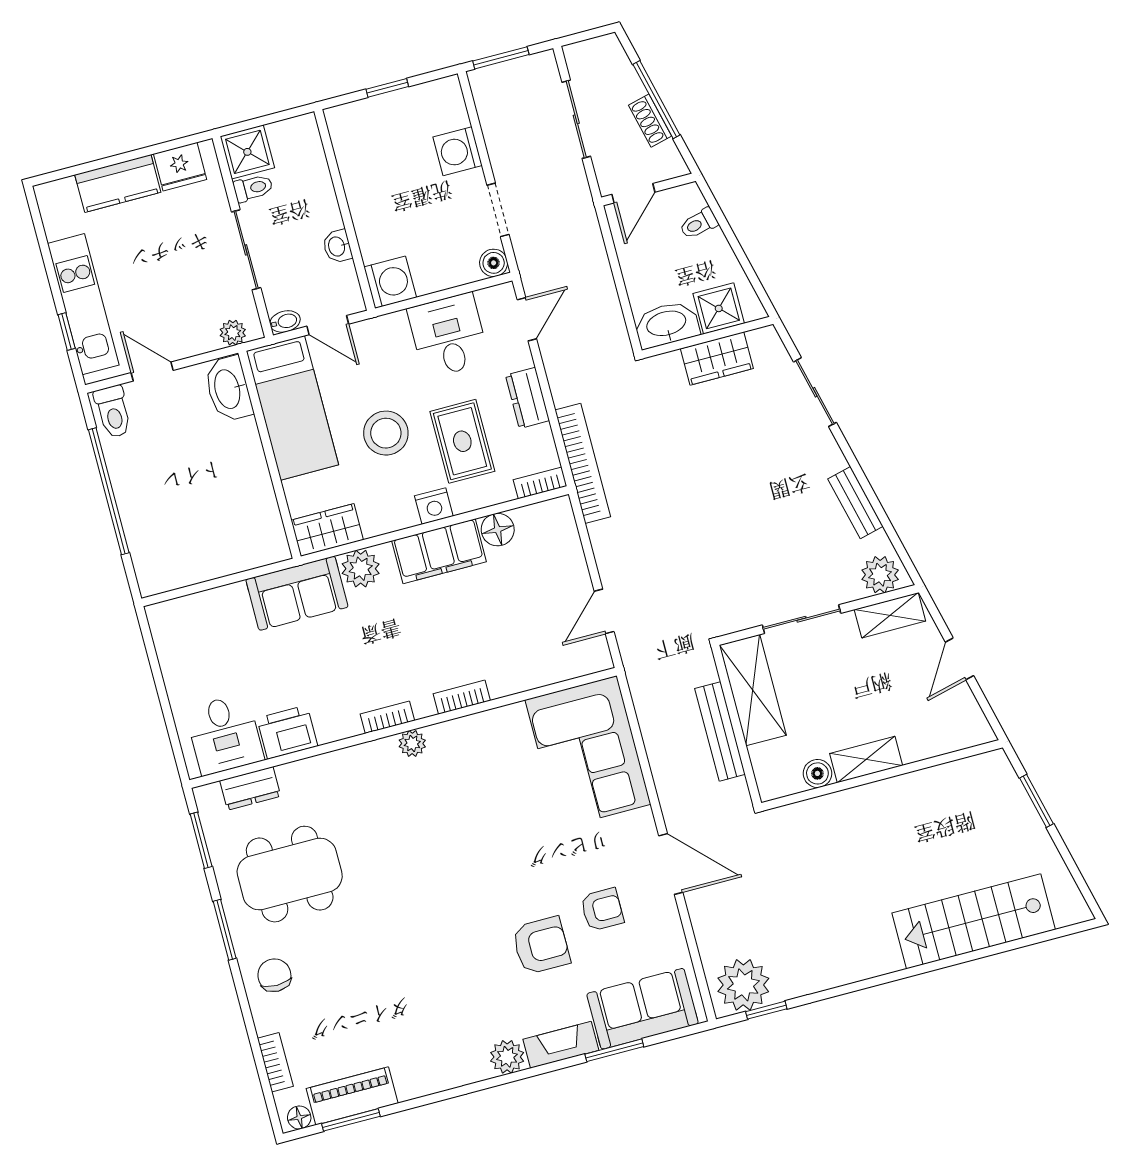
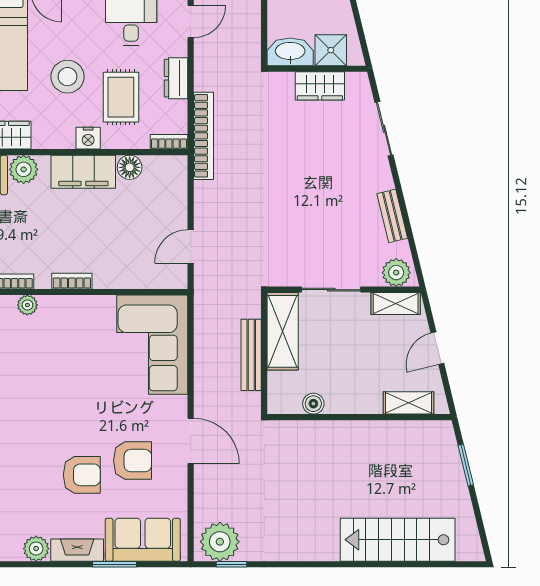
shelving: (866, 760) -> (409, 403), moved
armchair: (602, 909) -> (132, 461), width x1.38, depth x1.38

